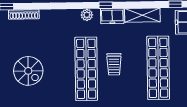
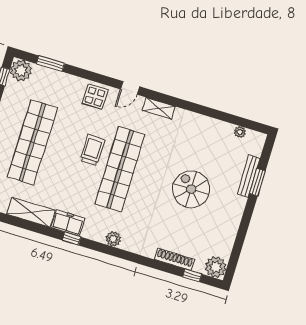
plant: (87, 15) -> (113, 239), moved
trolley: (114, 64) -> (92, 150), moved

